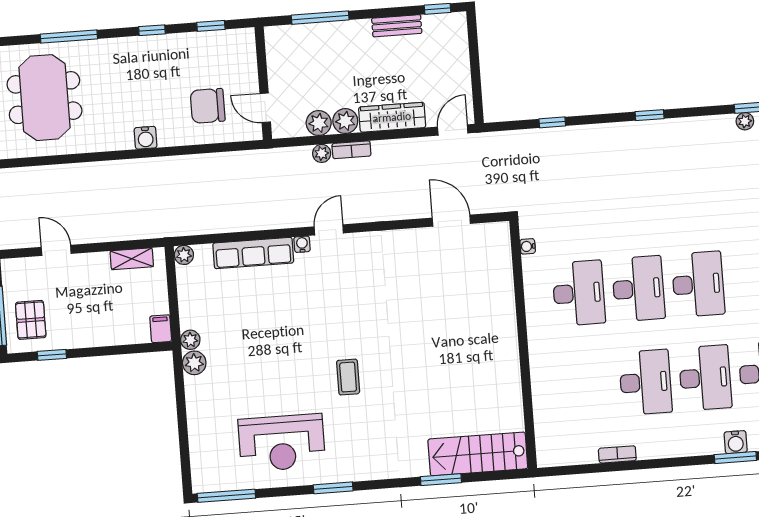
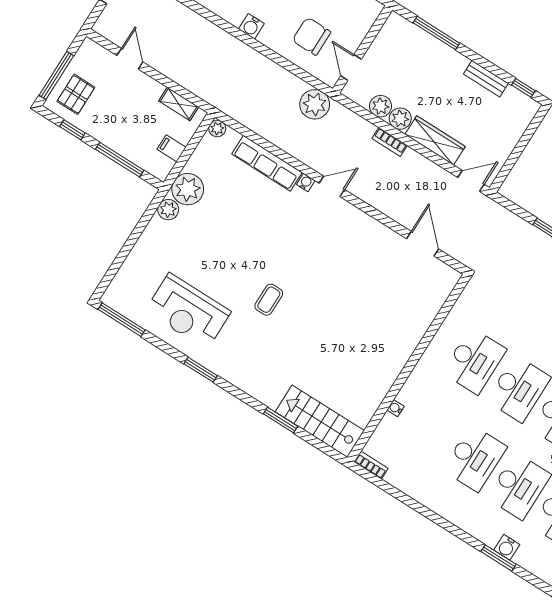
plant: (322, 153) -> (315, 104), moved, width x1.88, depth x1.88
water cooler: (528, 246) -> (395, 408), moved
filing cabinet: (161, 329) -> (172, 148), moved, turned -90
plant: (190, 340) -> (188, 189), width x1.87, depth x1.87
window: (116, 350) -> (120, 160), added
bookcase: (617, 454) -> (371, 465), moved

